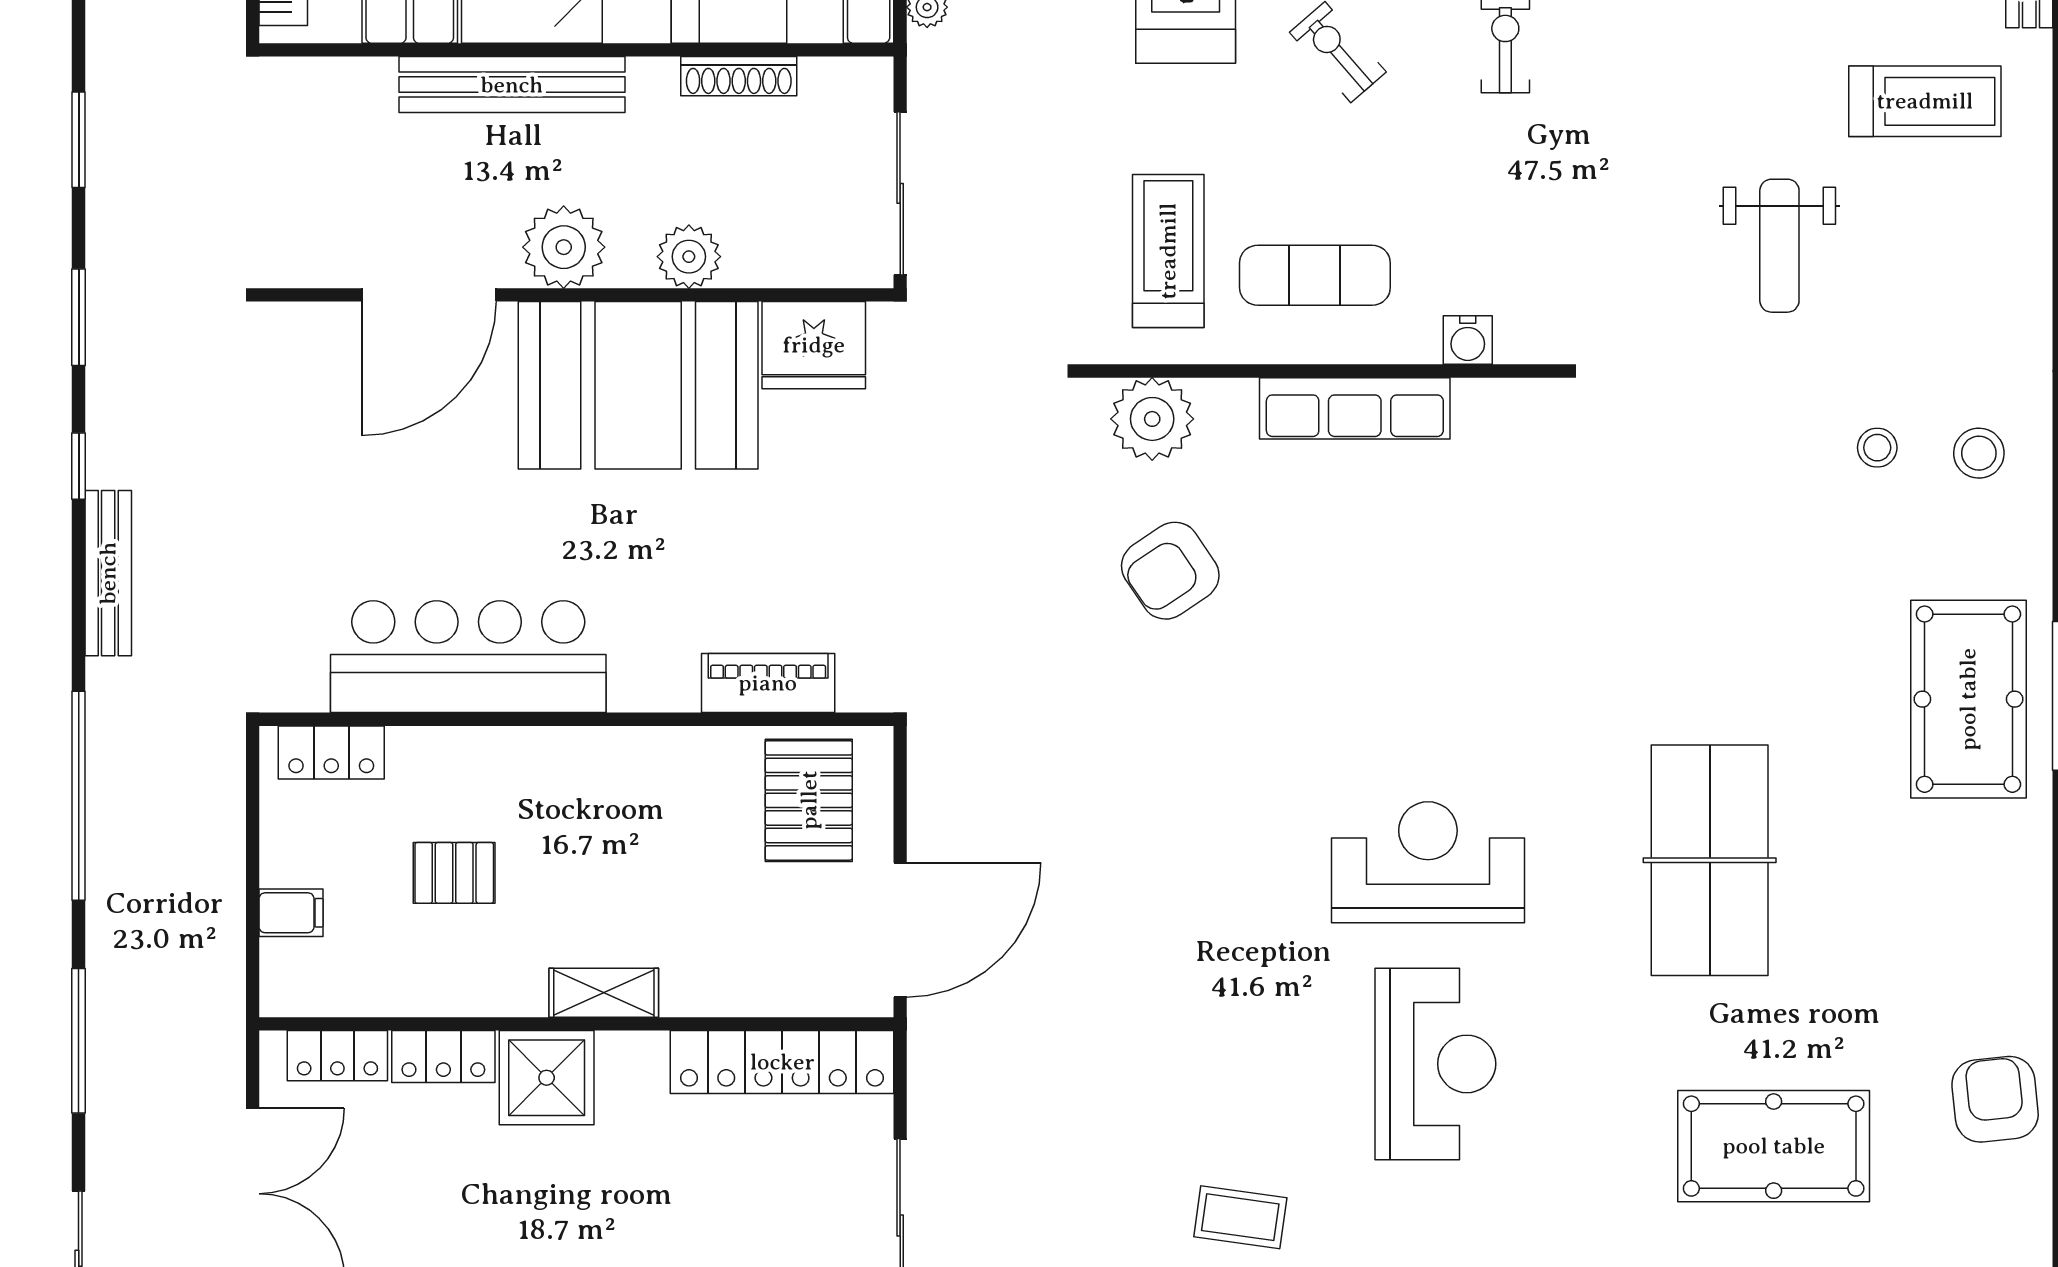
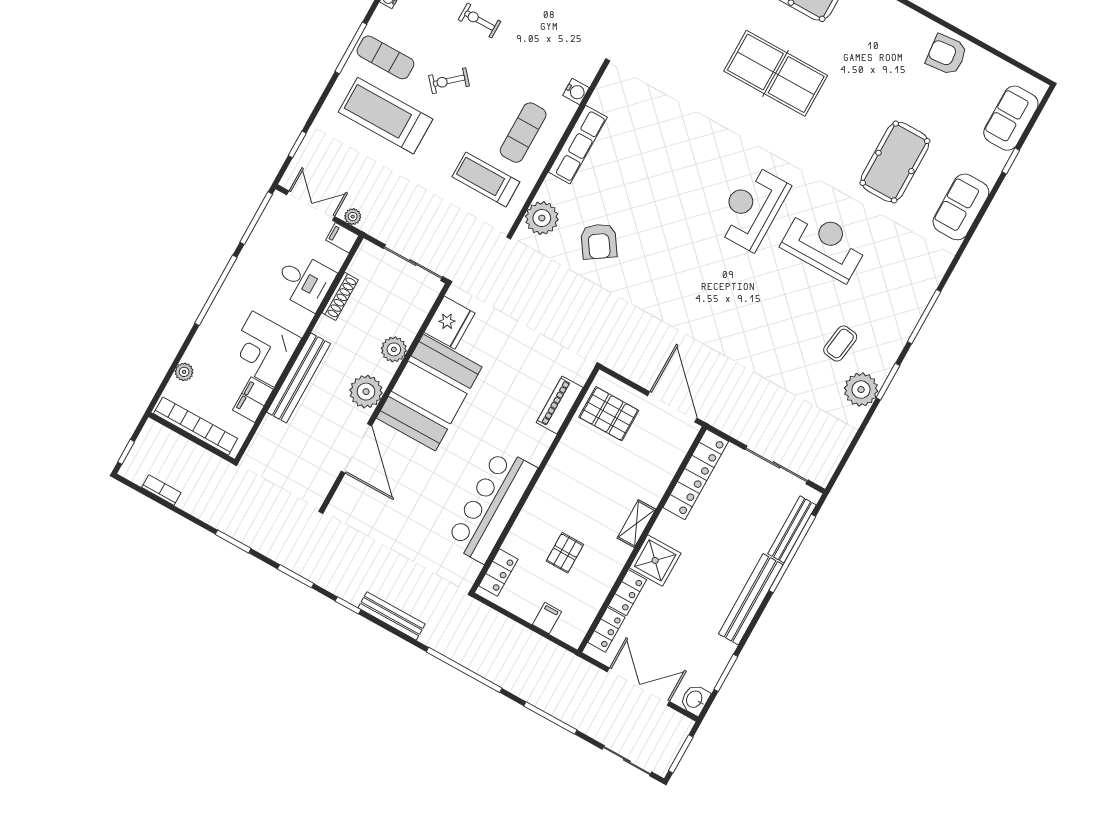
table tennis table: (1710, 860) -> (776, 73), moved
pool table: (1774, 1146) -> (895, 162), moved

